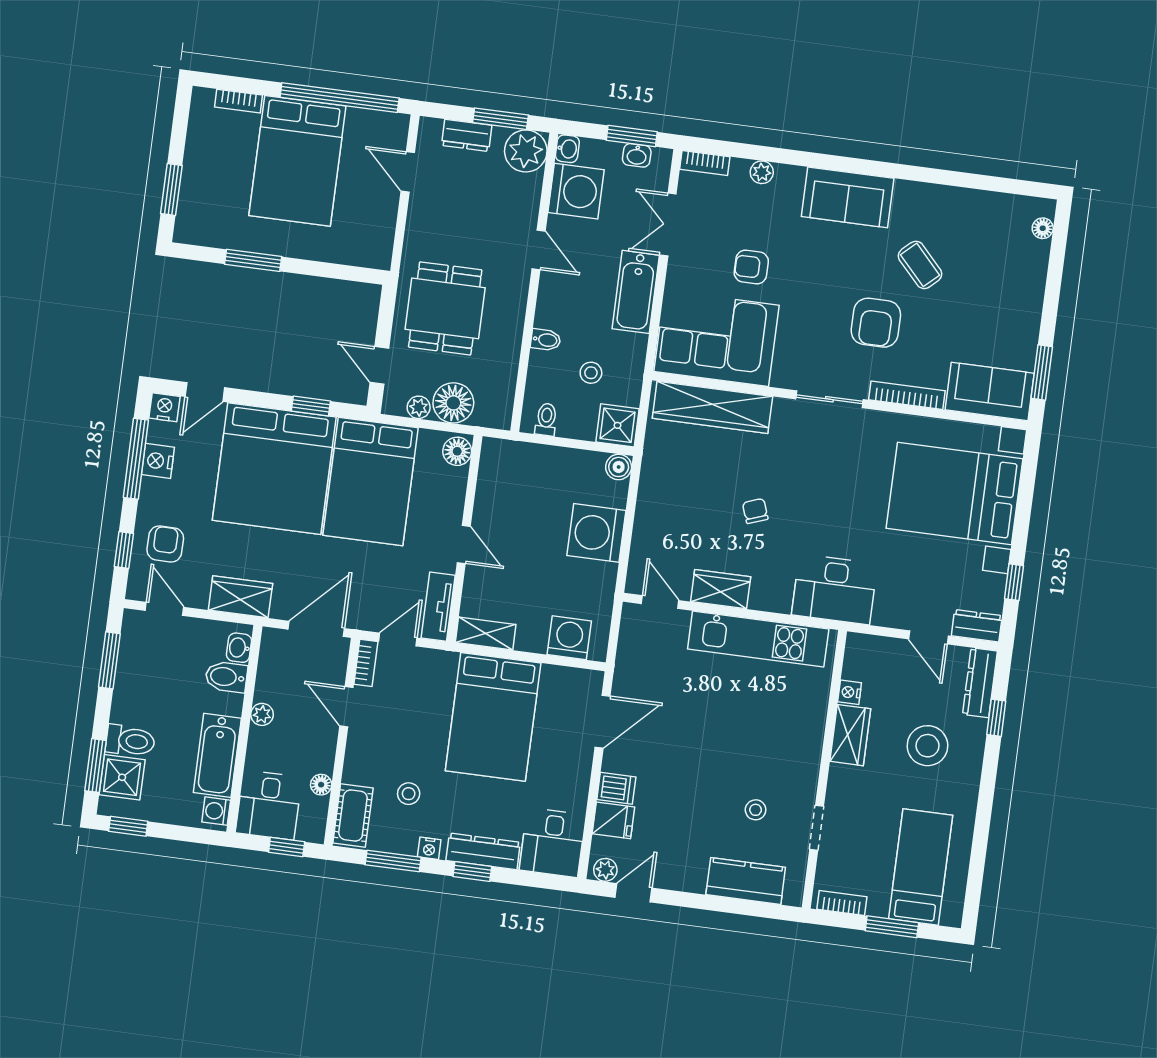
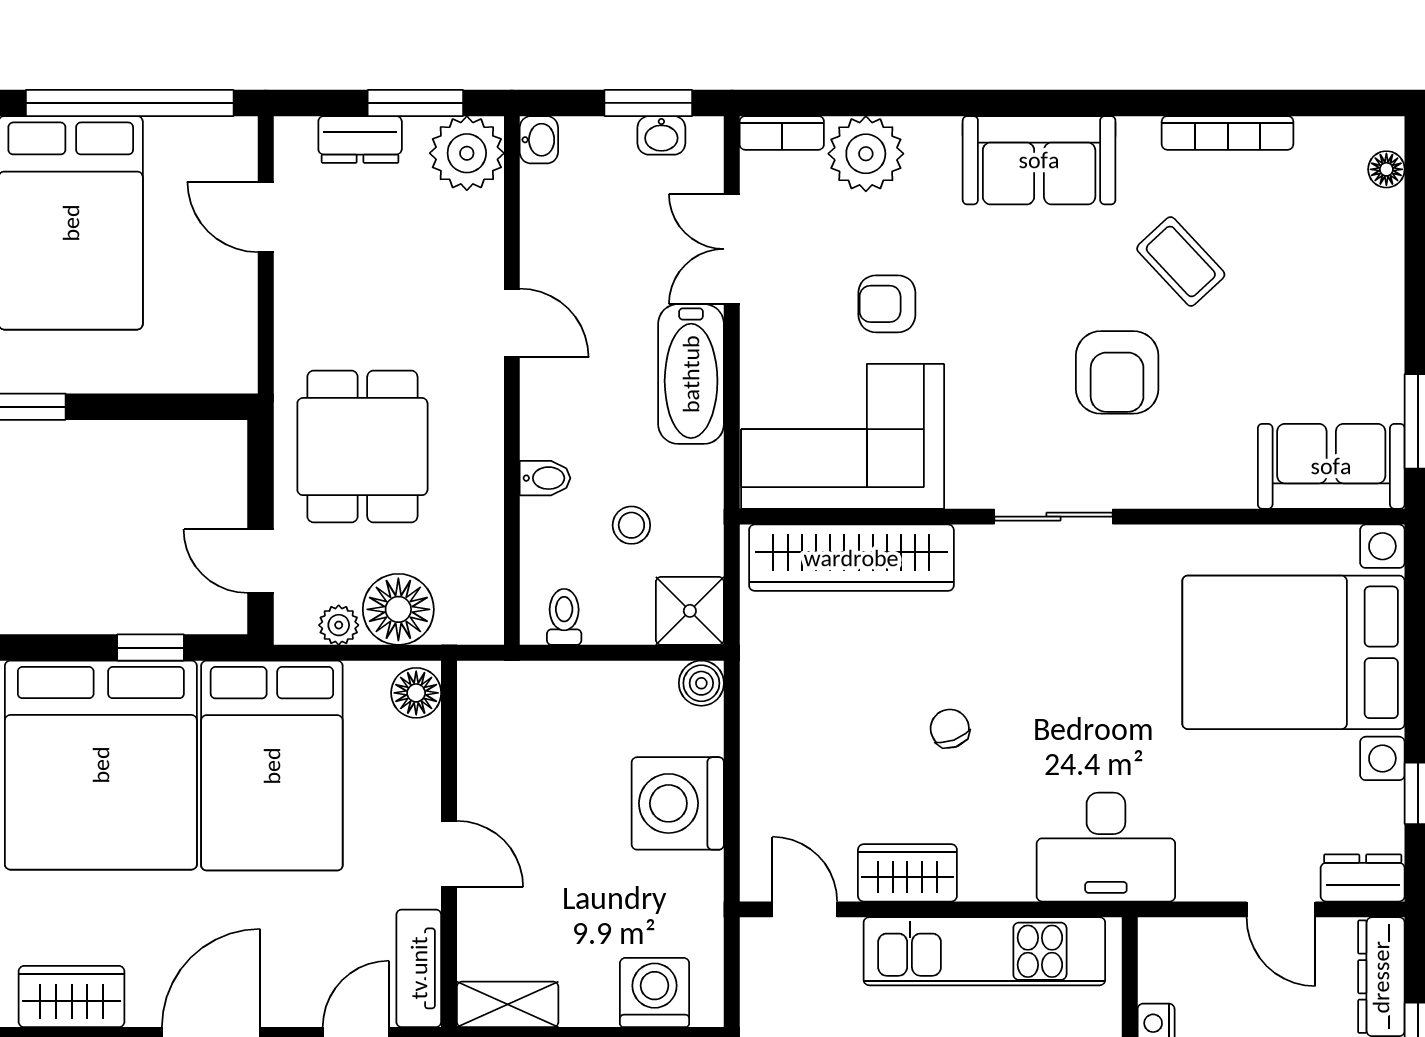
plant: (762, 172) -> (866, 154), width x1.87, depth x1.87
washing machine: (576, 191) -> (564, 212), removed
bookcase: (907, 395) -> (1228, 133), moved, turned 180

